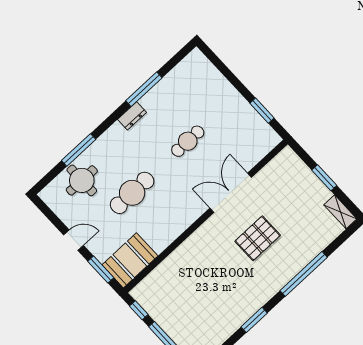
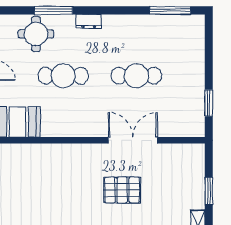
window: (144, 89) -> (170, 10), moved
dresser: (132, 116) -> (89, 21), moved
cafe table: (188, 141) -> (136, 76), width x1.37, depth x1.35

